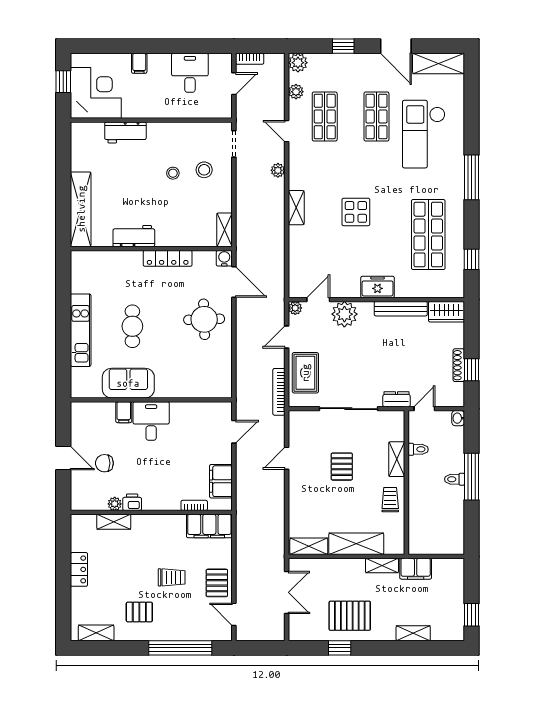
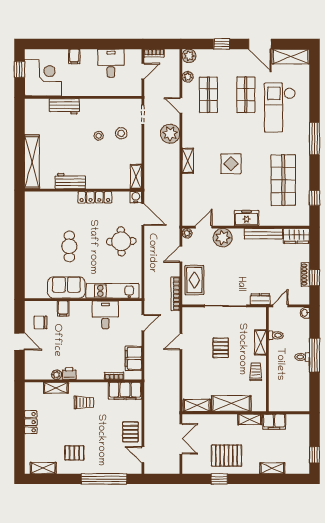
plant: (278, 170) -> (170, 134), width x1.88, depth x1.88
kitchen unit: (81, 330) -> (112, 291), moved, turned -90
desk: (151, 421) -> (105, 315), moved
chair: (104, 463) -> (41, 322), moved
trolley: (172, 577) -> (84, 402), moved

